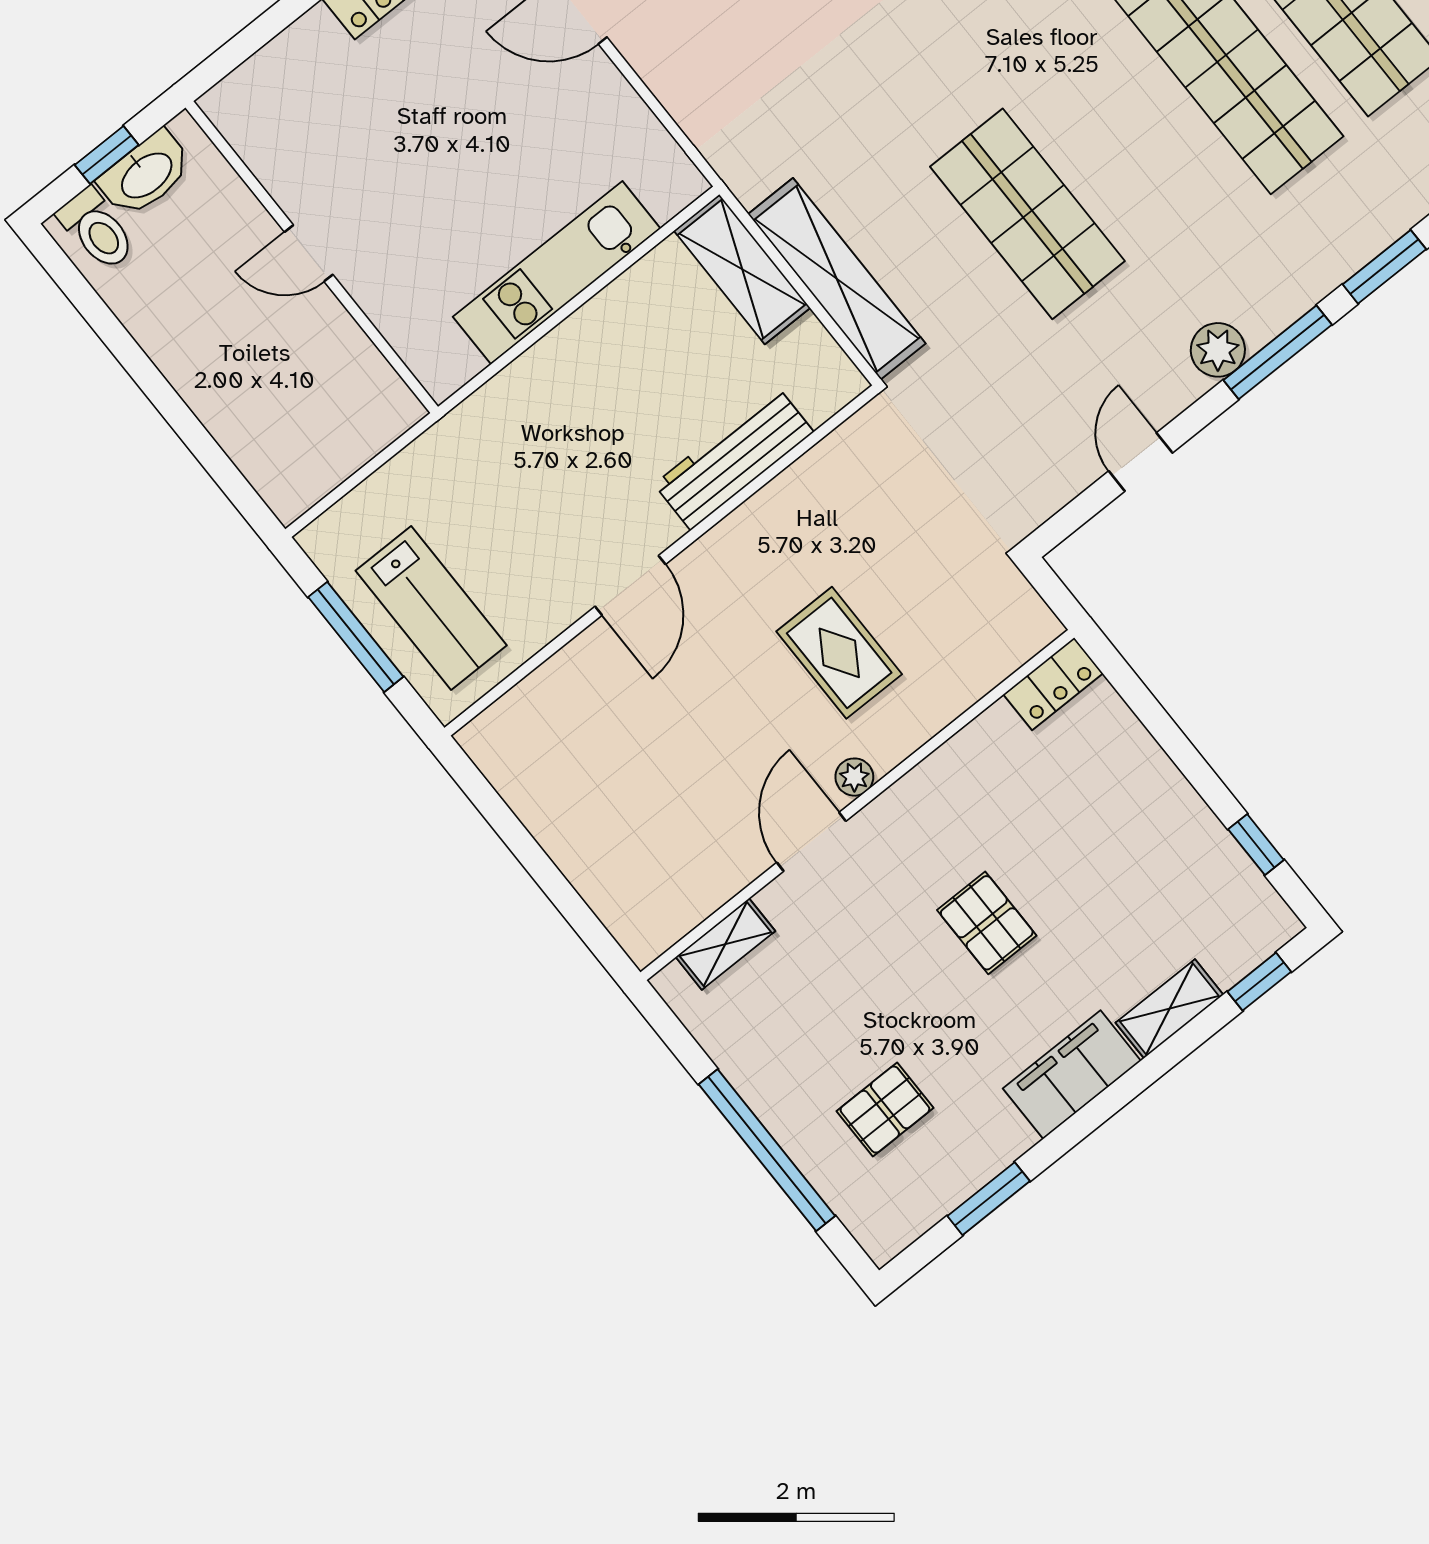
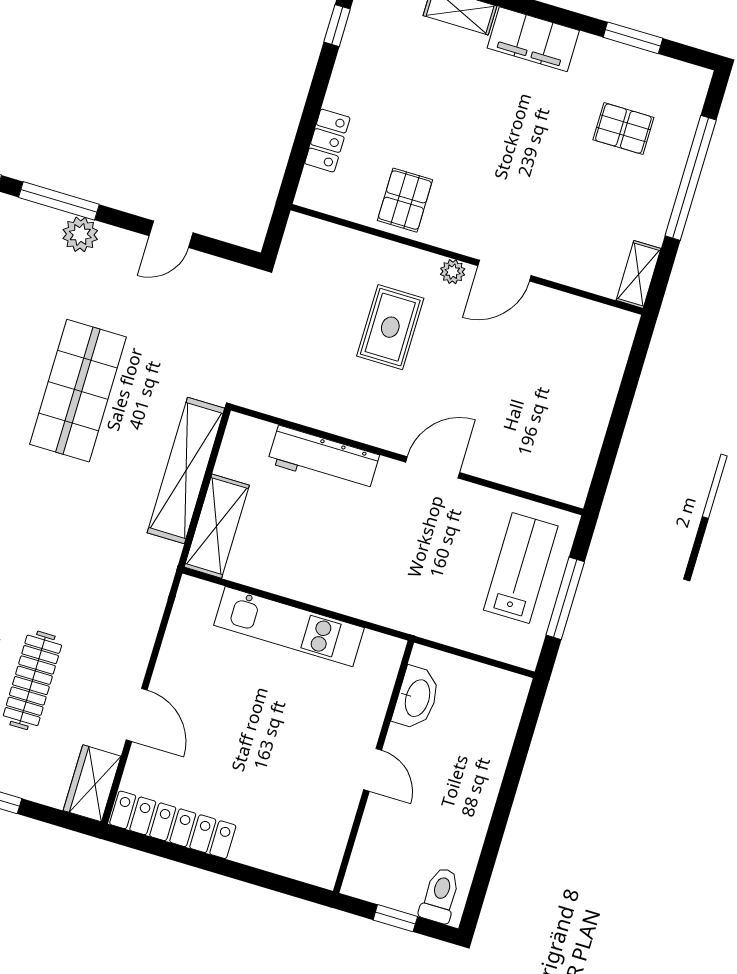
washbasin: (146, 174) -> (416, 698), moved, turned 90
locker: (1053, 684) -> (327, 141), moved, turned 90
pallet: (987, 923) -> (405, 200), moved
shelving: (725, 944) -> (639, 274), moved, turned 90

